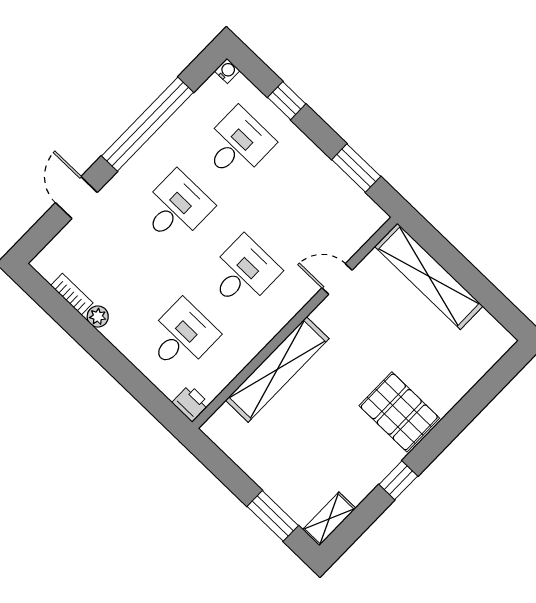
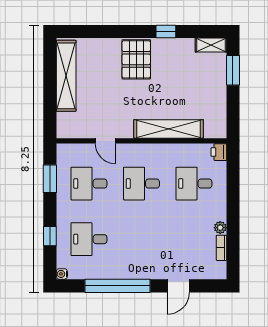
desk: (176, 208) -> (89, 184), moved
shelving: (429, 276) -> (66, 76), moved

